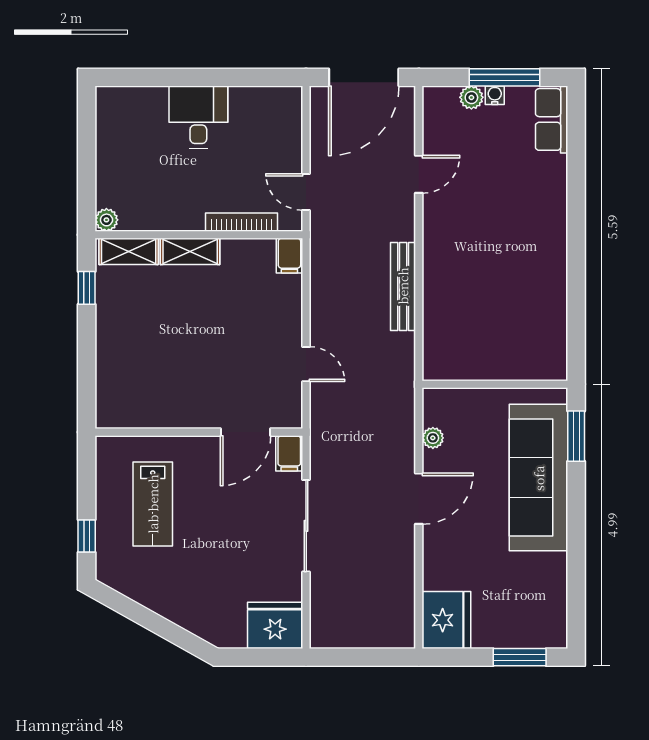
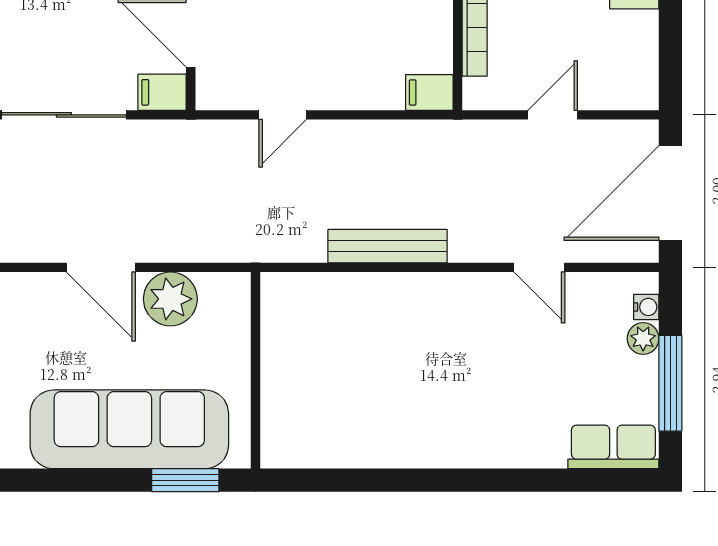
door: (364, 77) -> (670, 193), hinge flipped
water cooler: (495, 95) -> (646, 307), moved
door: (306, 192) -> (553, 115), moved
plant: (433, 438) -> (170, 299), width x1.88, depth x1.88

